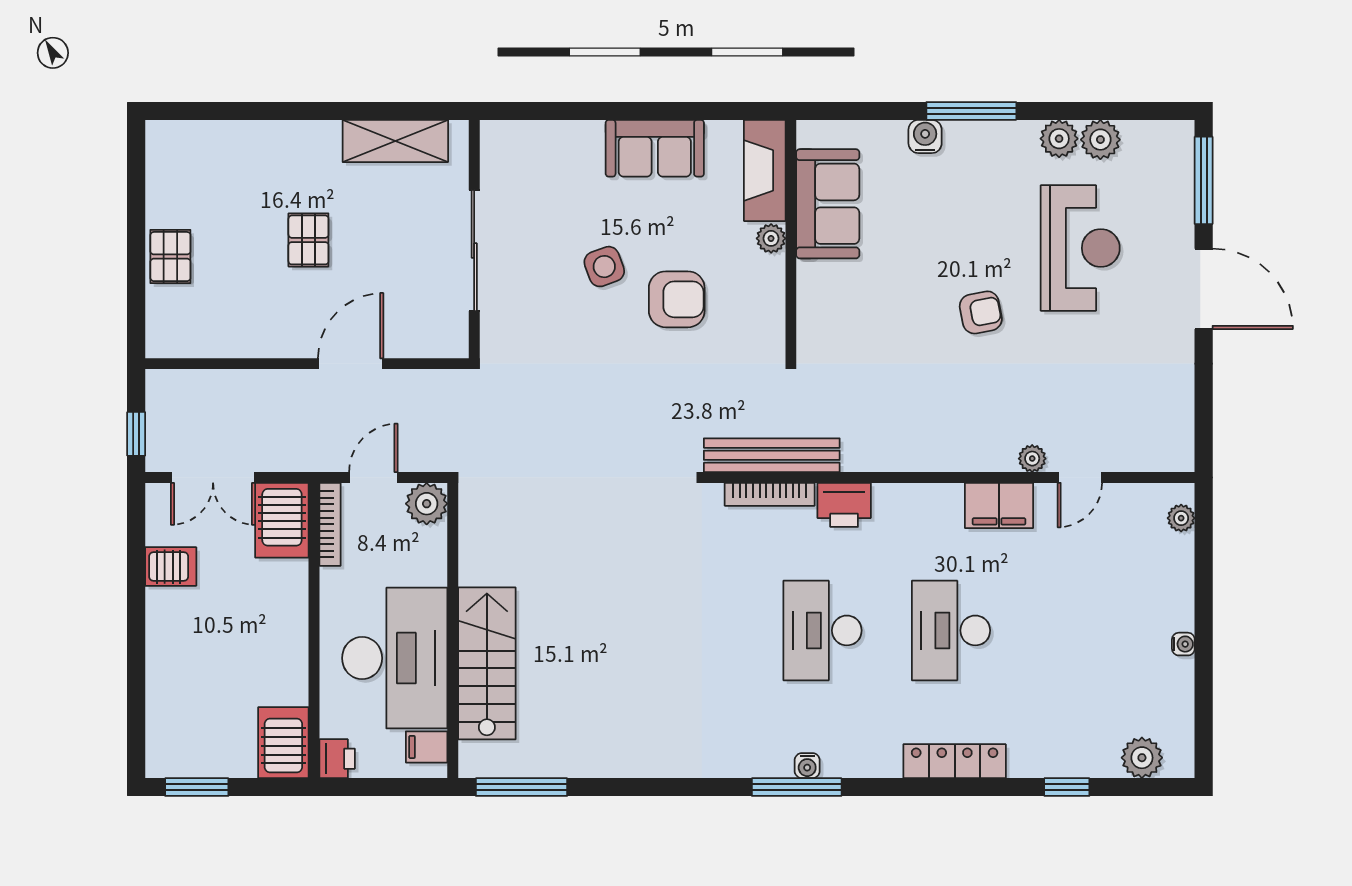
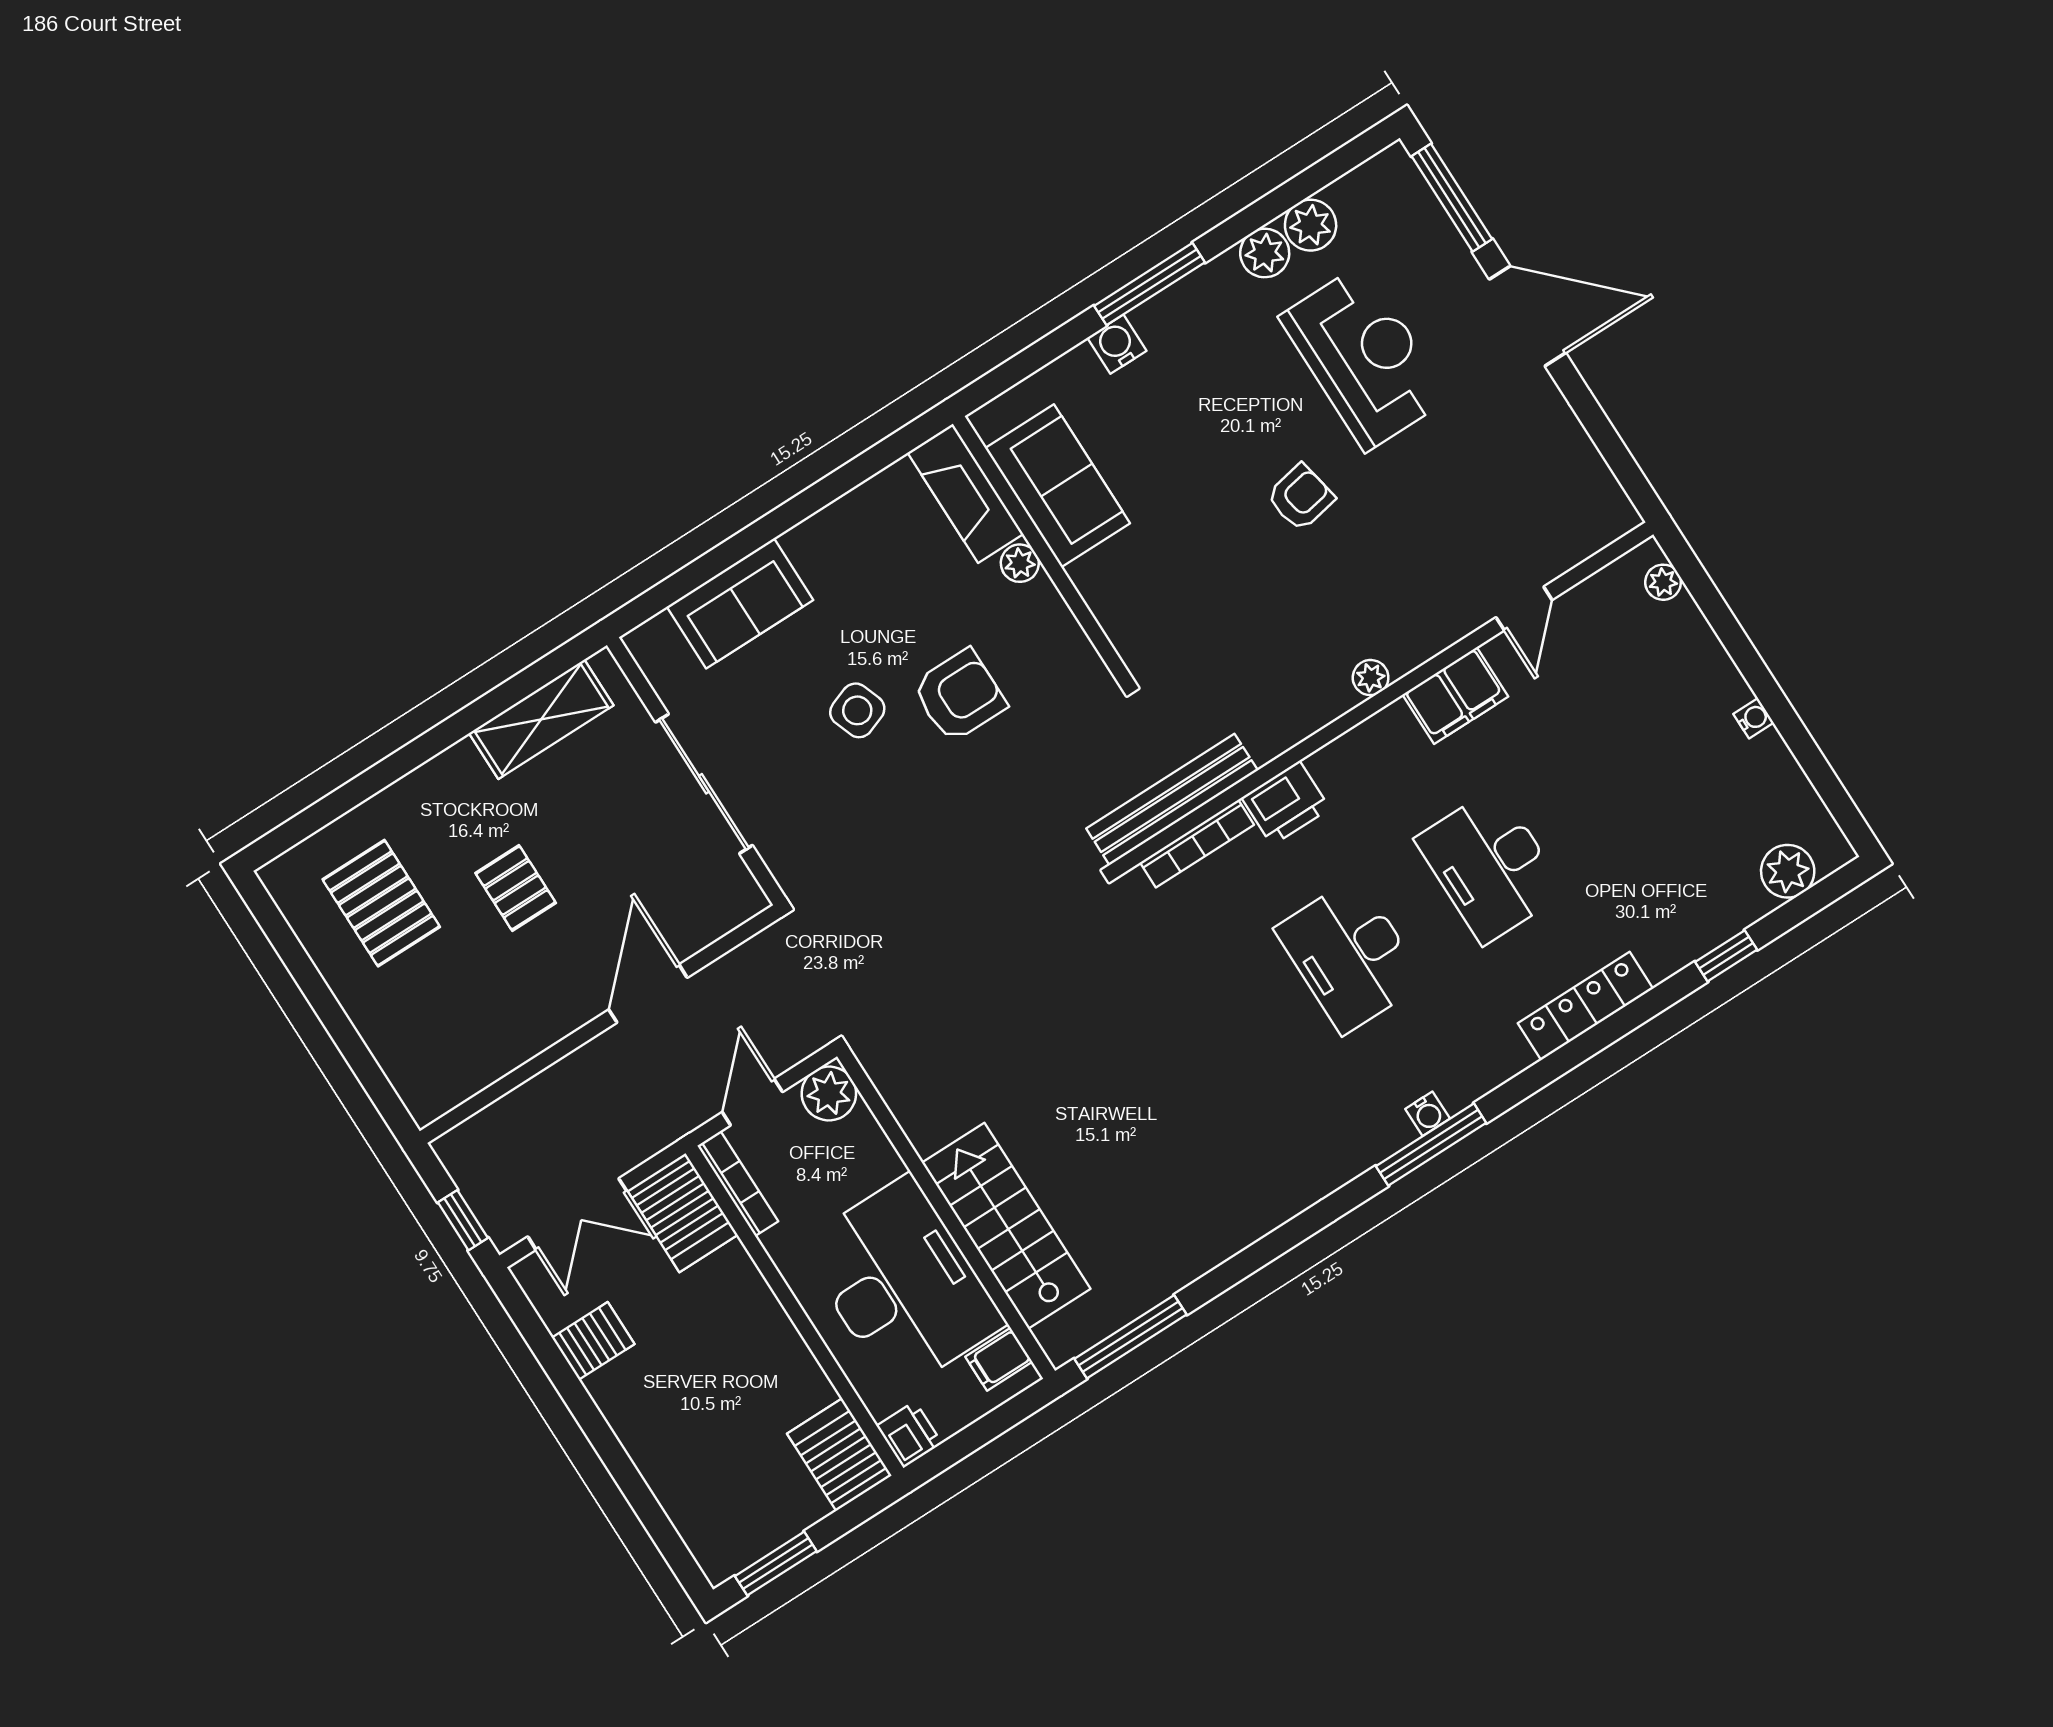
sofa: (655, 148) -> (740, 603), moved
pallet: (170, 257) -> (381, 903), moved, width x1.50, depth x1.42
plant: (1032, 459) -> (1371, 678), moved

